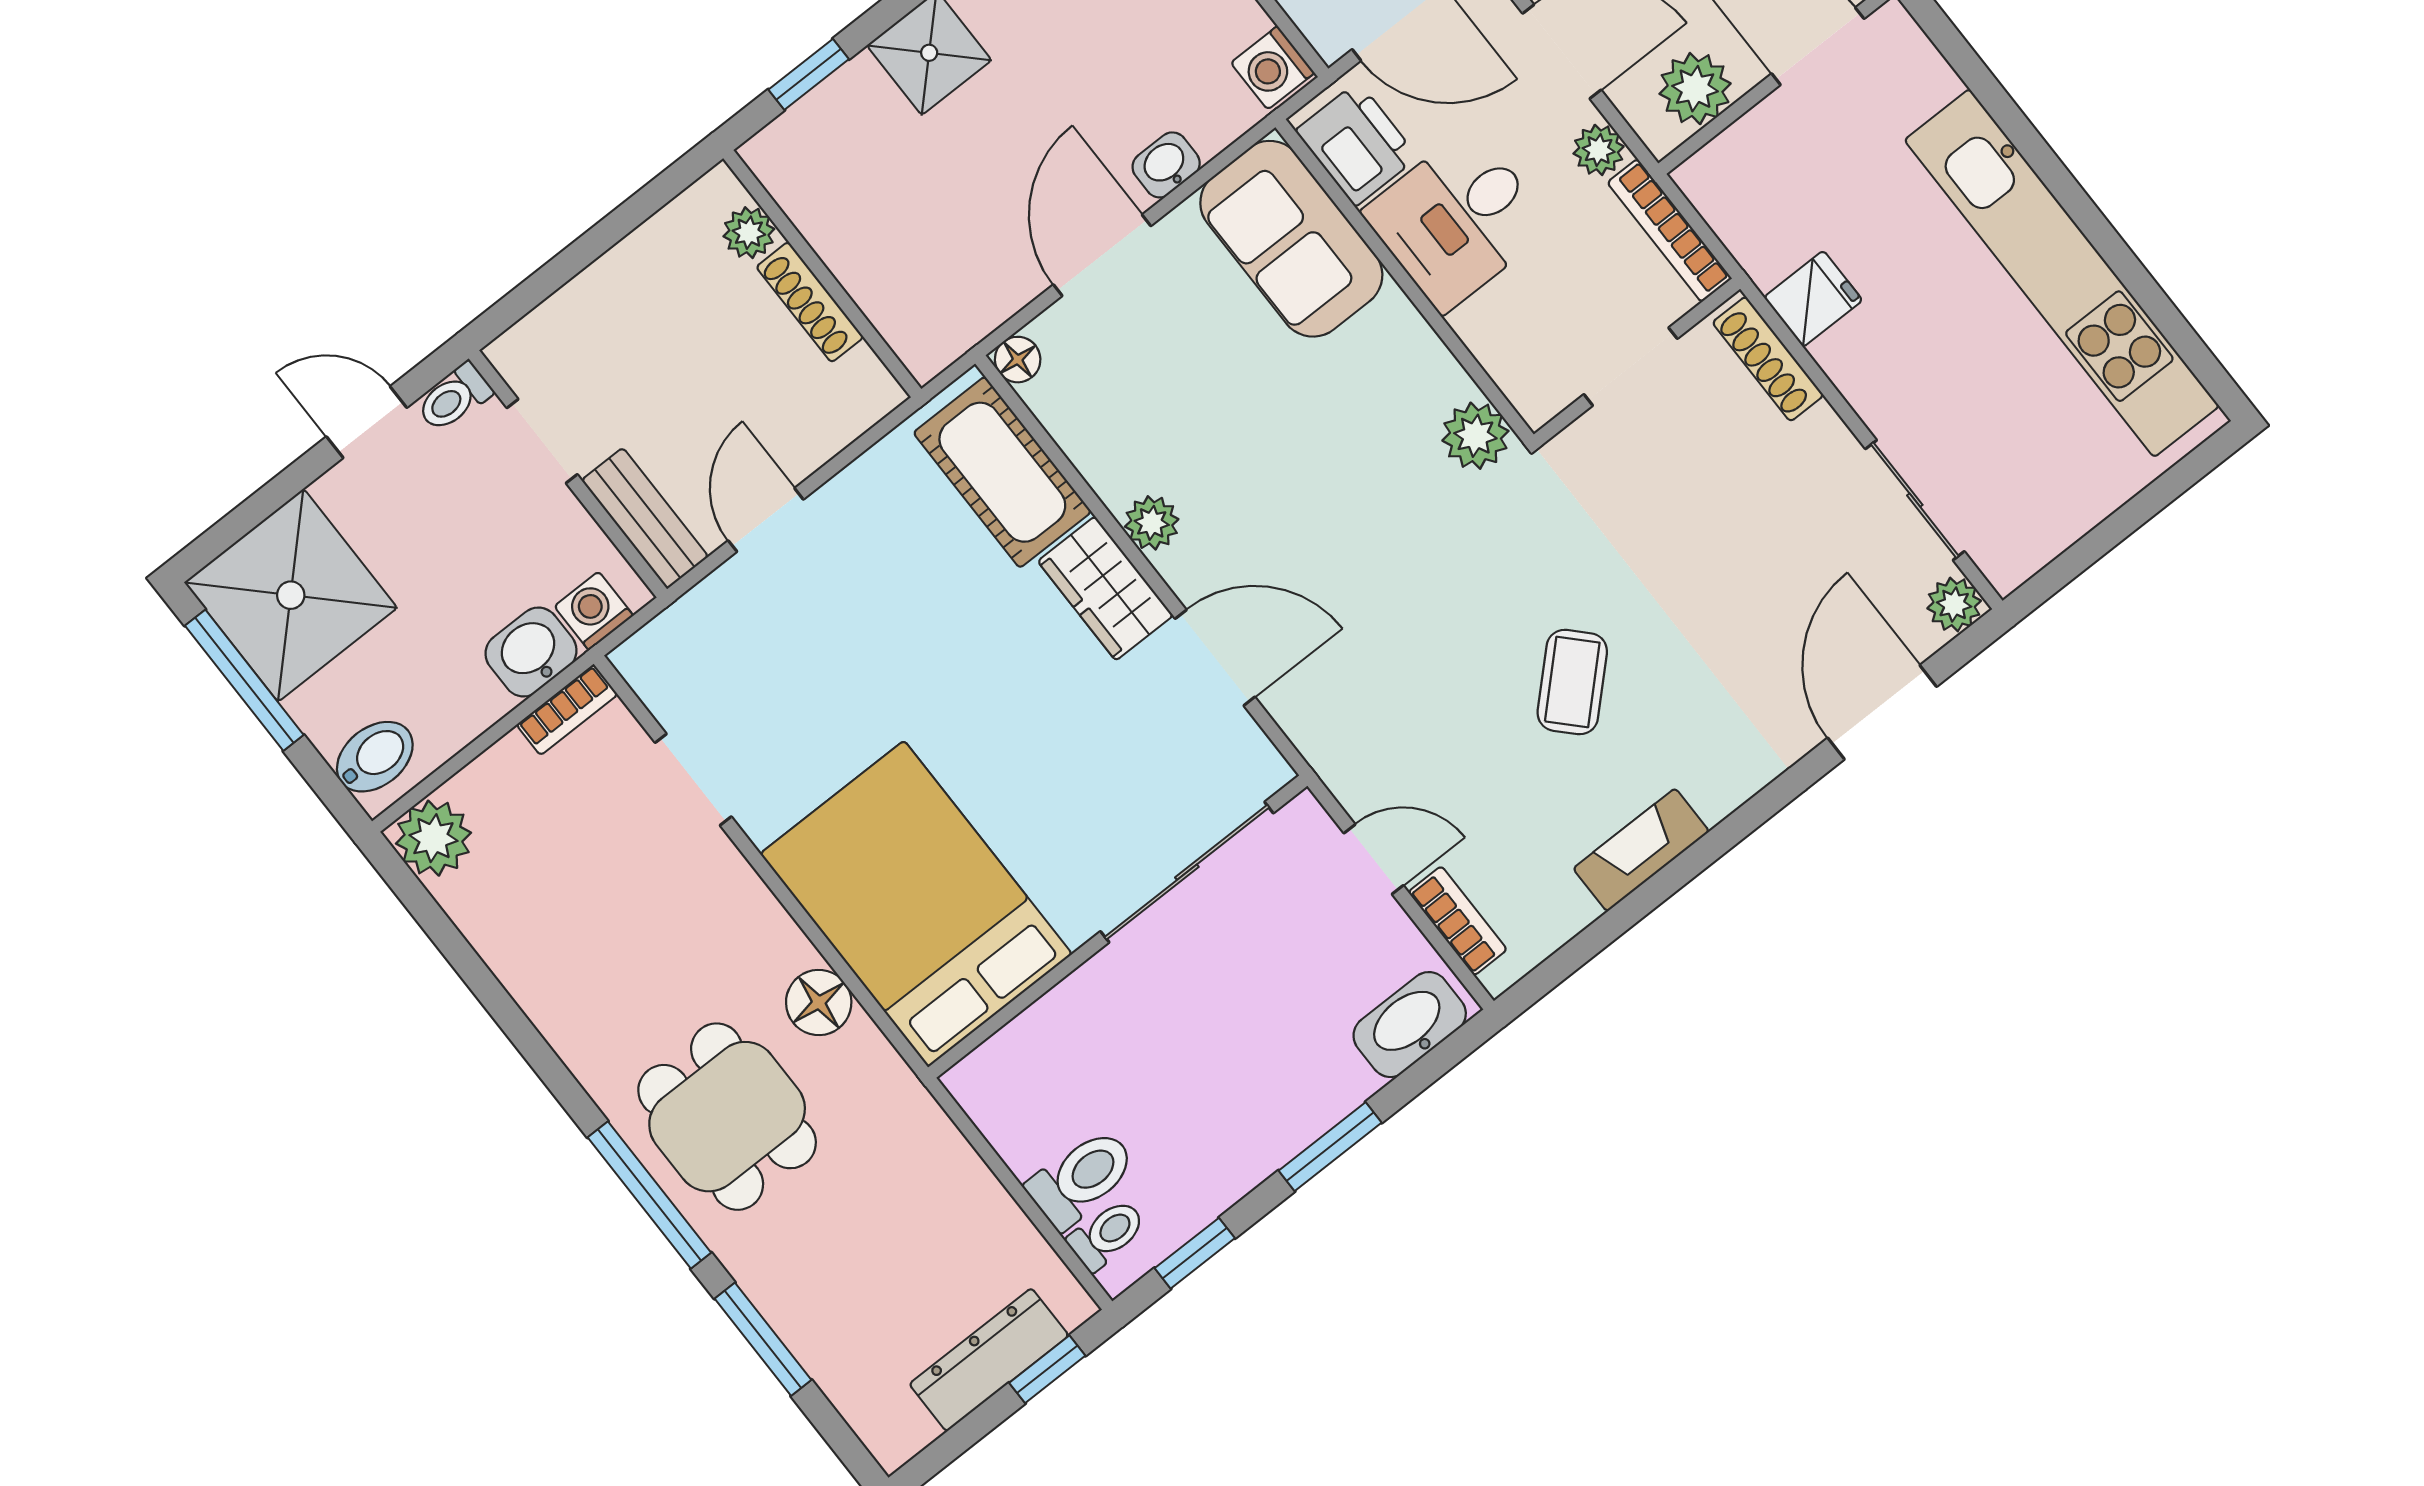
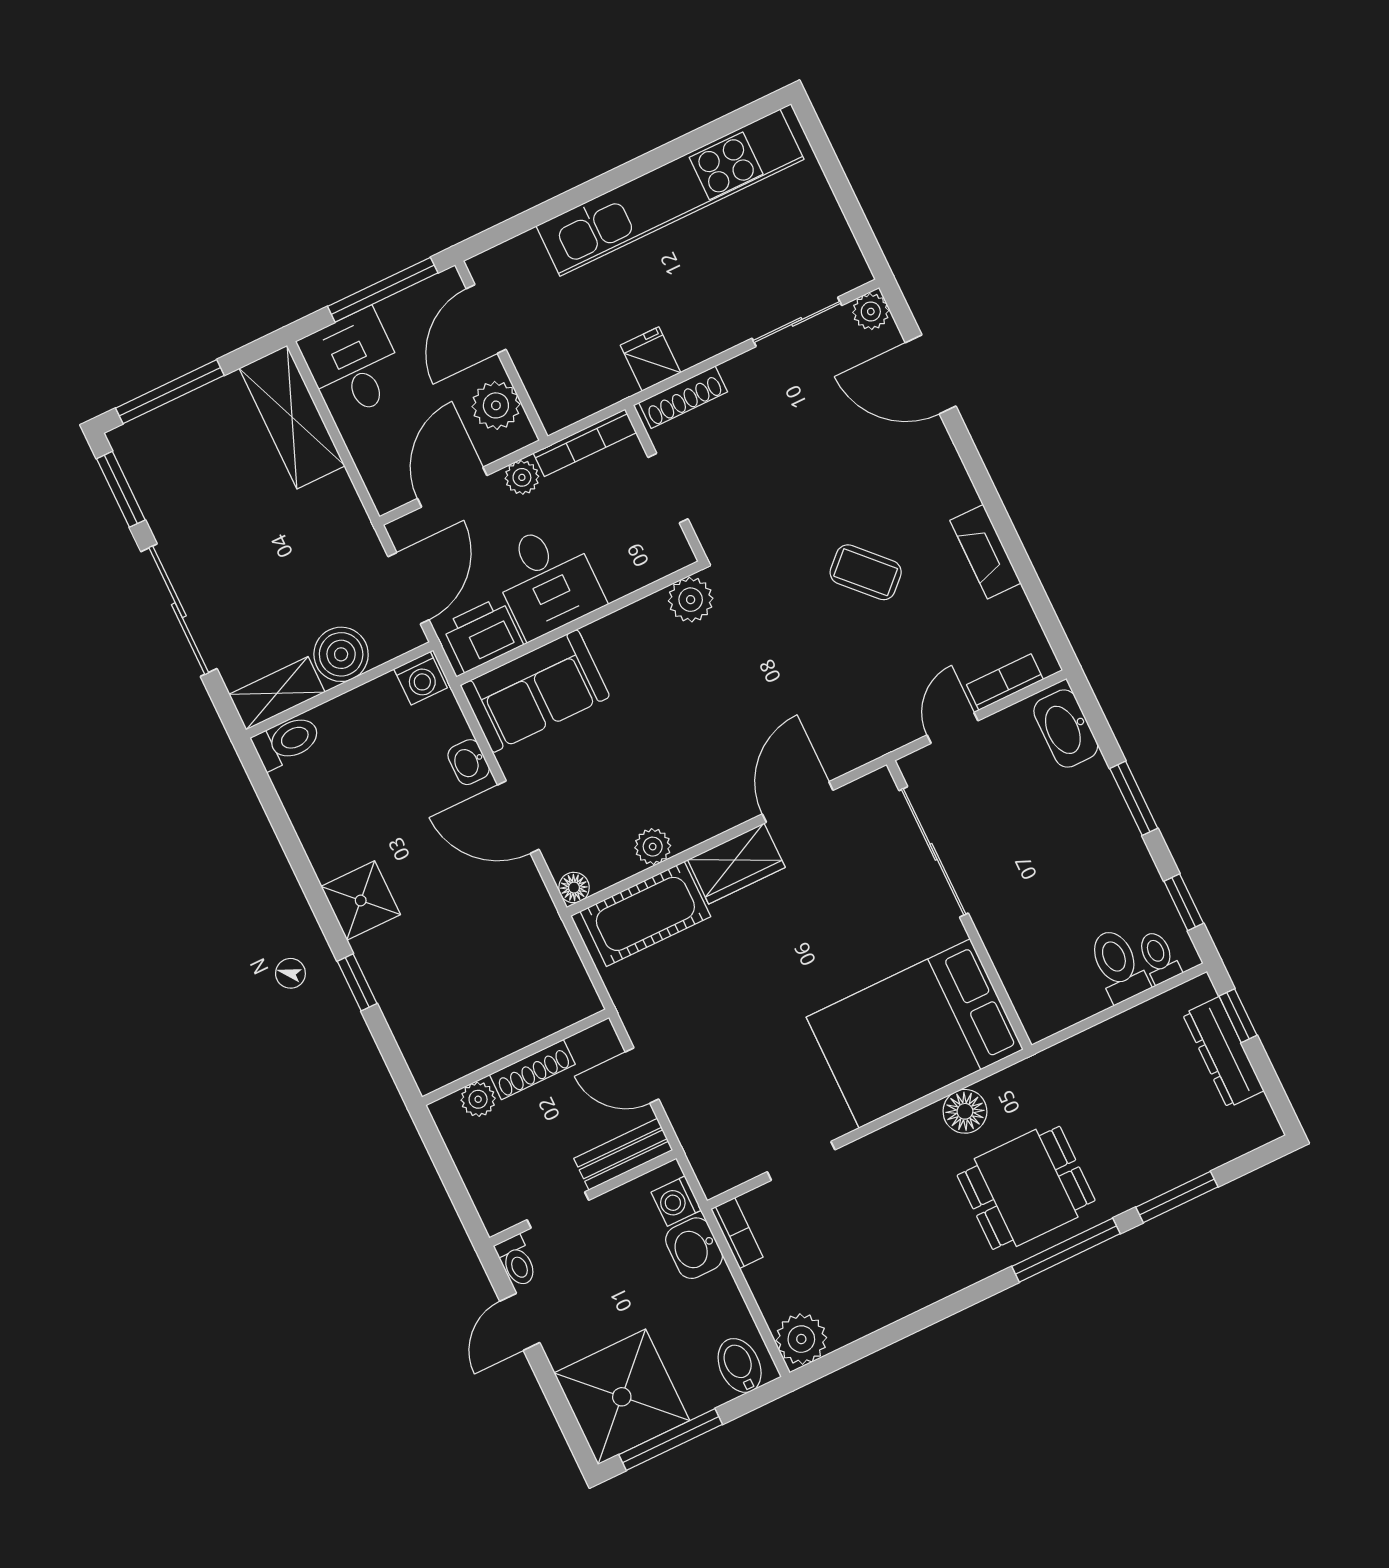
plant: (749, 233) -> (478, 1099), moved
wall: (822, 274) -> (516, 1057), moved
shoe rack: (810, 302) -> (532, 1070), moved
plant: (1152, 523) -> (653, 847), moved

